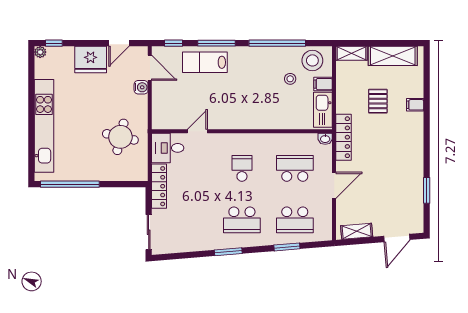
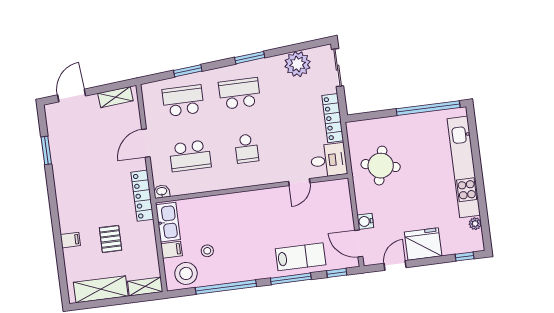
plant: (40, 52) -> (475, 224), moved
plant: (185, 240) -> (298, 64), added

